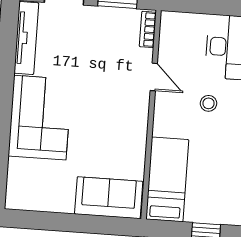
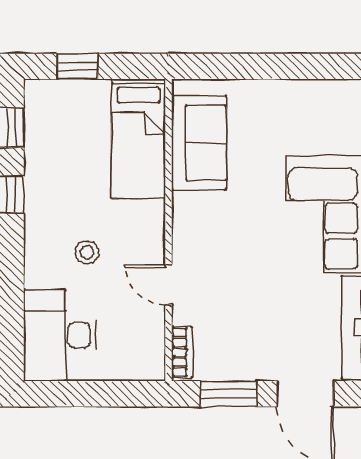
sofa: (109, 198) -> (199, 143), moved, turned -90

